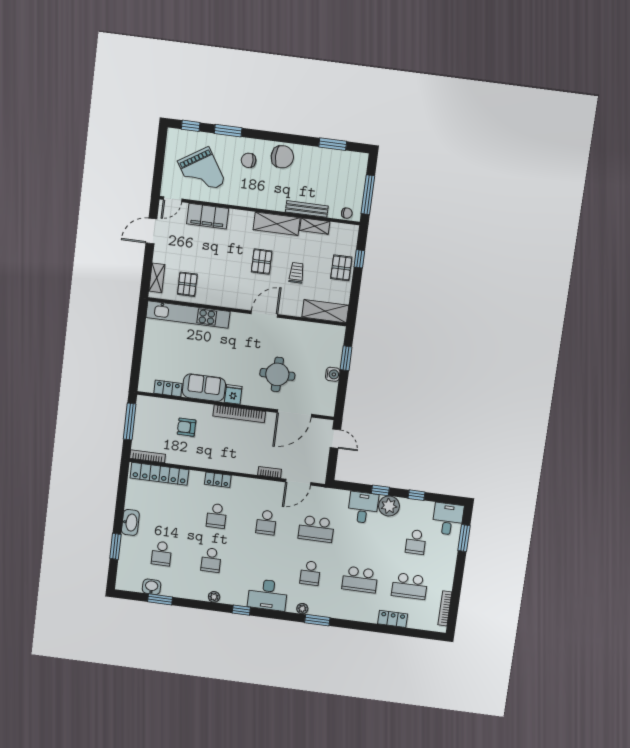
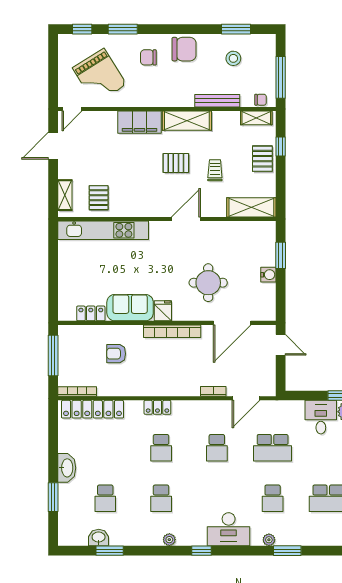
stool: (327, 171) -> (233, 58), added
filing cabinet: (208, 216) -> (140, 122), moved
shelving: (315, 226) -> (256, 118), moved
pallet: (262, 262) -> (176, 163), turned 90

